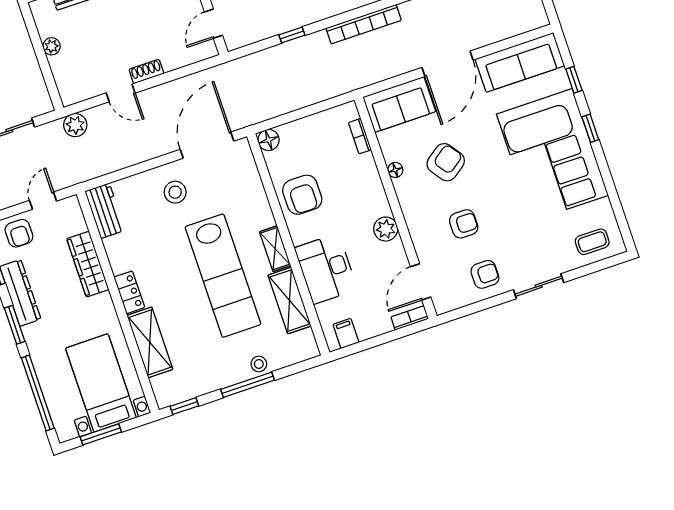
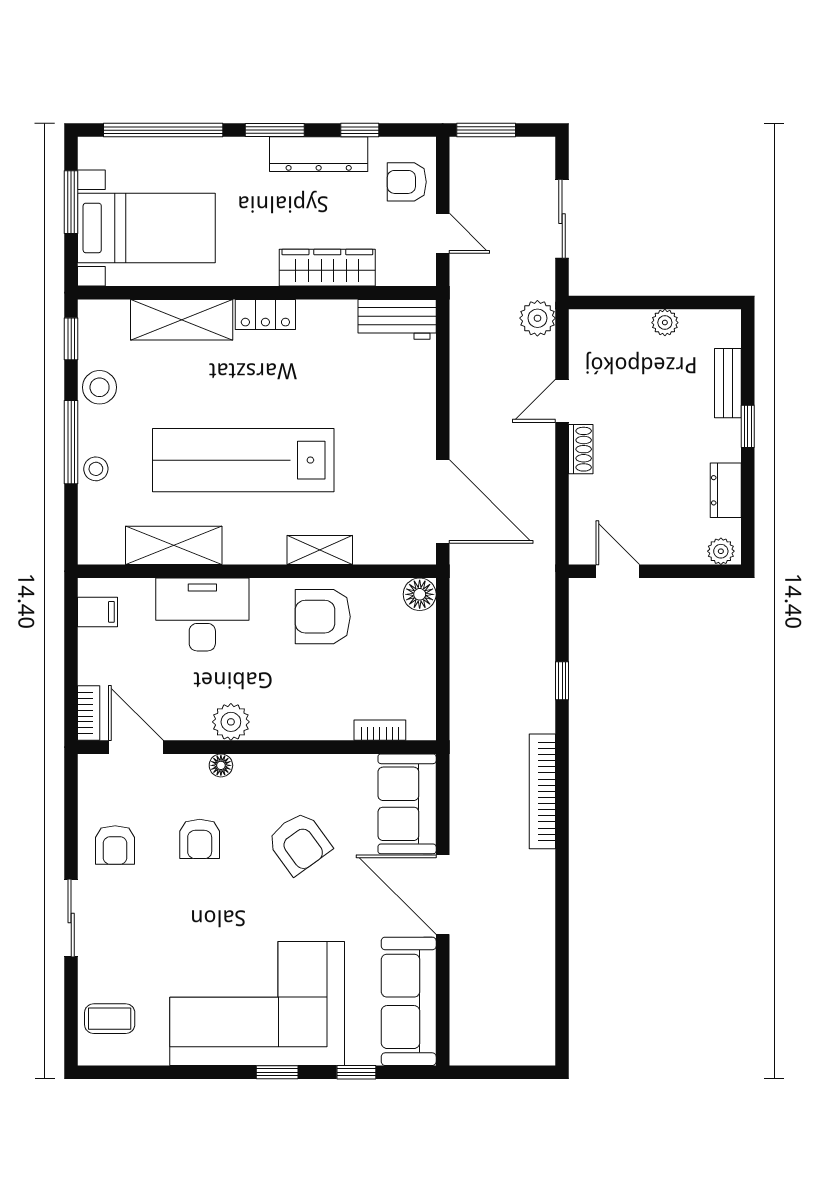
floor lamp: (395, 170) -> (221, 765), moved
stool: (175, 192) -> (100, 387), moved
coffee table: (592, 242) -> (110, 1019), turned 90
shelving: (275, 249) -> (320, 550), moved

